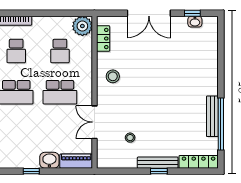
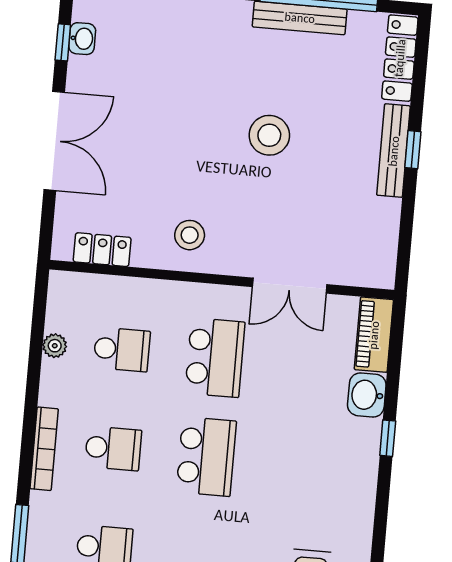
plant: (82, 26) -> (55, 346), moved, width x0.53, depth x0.53
stool: (130, 138) -> (269, 135), moved, width x1.89, depth x1.89

